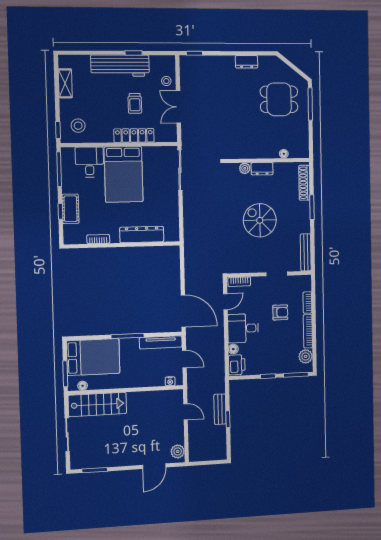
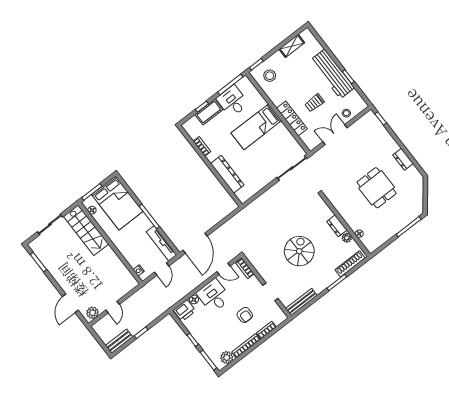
dining table: (279, 99) -> (377, 188), moved
desk: (89, 162) -> (233, 101), moved, turned -90
plant: (245, 168) -> (347, 238), moved
bed: (124, 174) -> (256, 127), width x0.67
bench: (220, 409) -> (119, 341), moved
door: (186, 412) -> (113, 307), moved
door: (154, 466) -> (70, 303), hinge flipped

